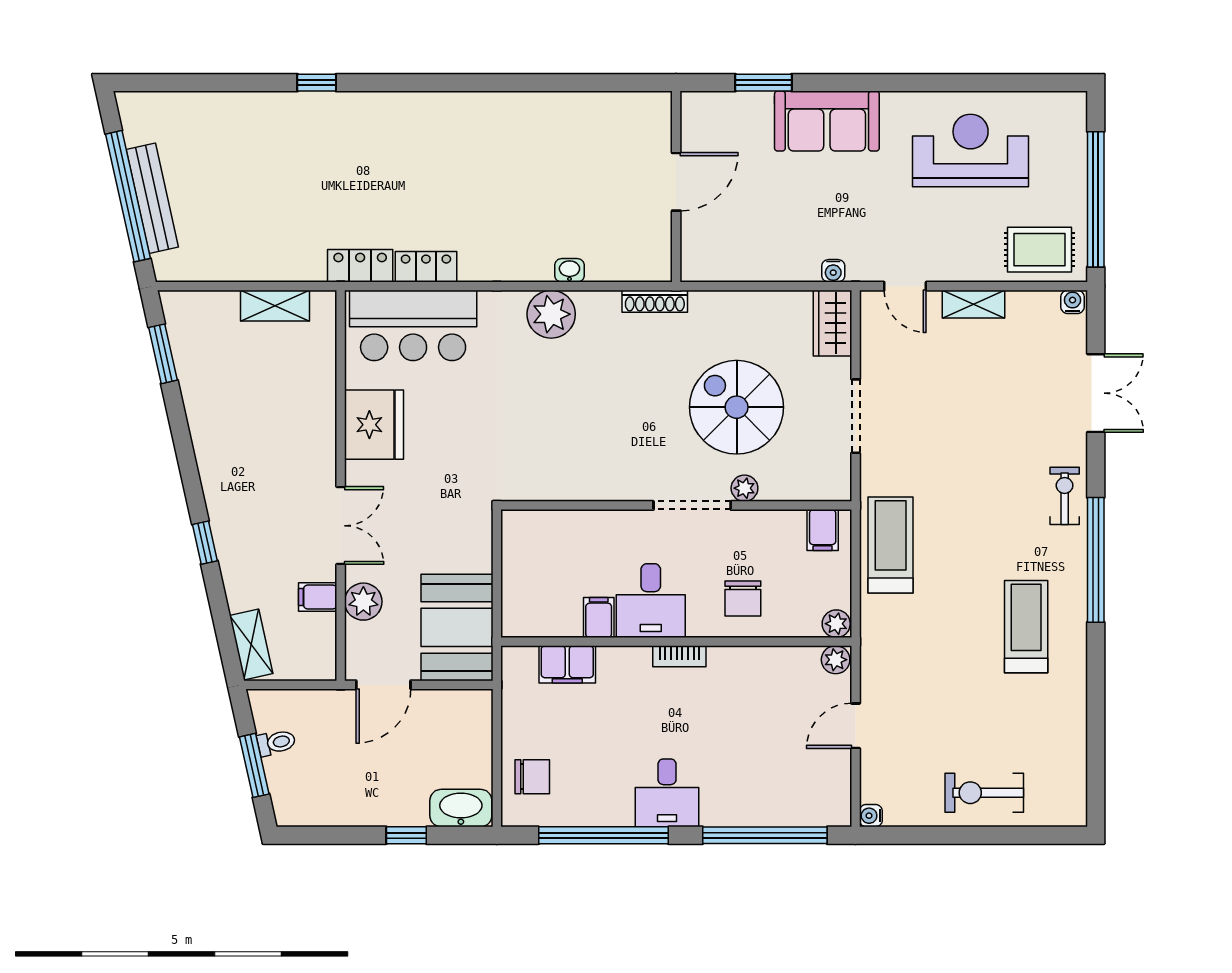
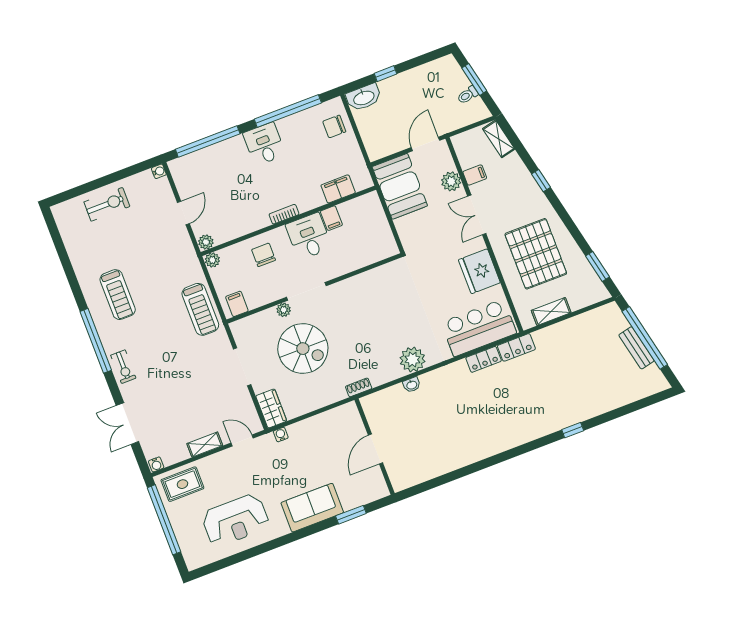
bench: (152, 198) -> (636, 348), width x0.73
shoe rack: (655, 301) -> (359, 387), width x0.70
pallet: (263, 417) -> (536, 254), added

